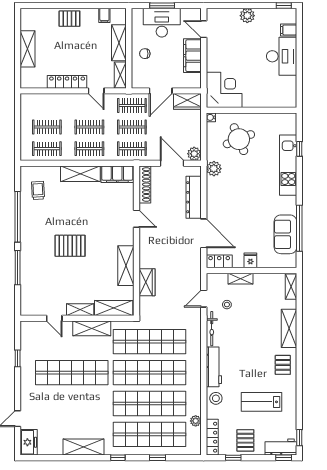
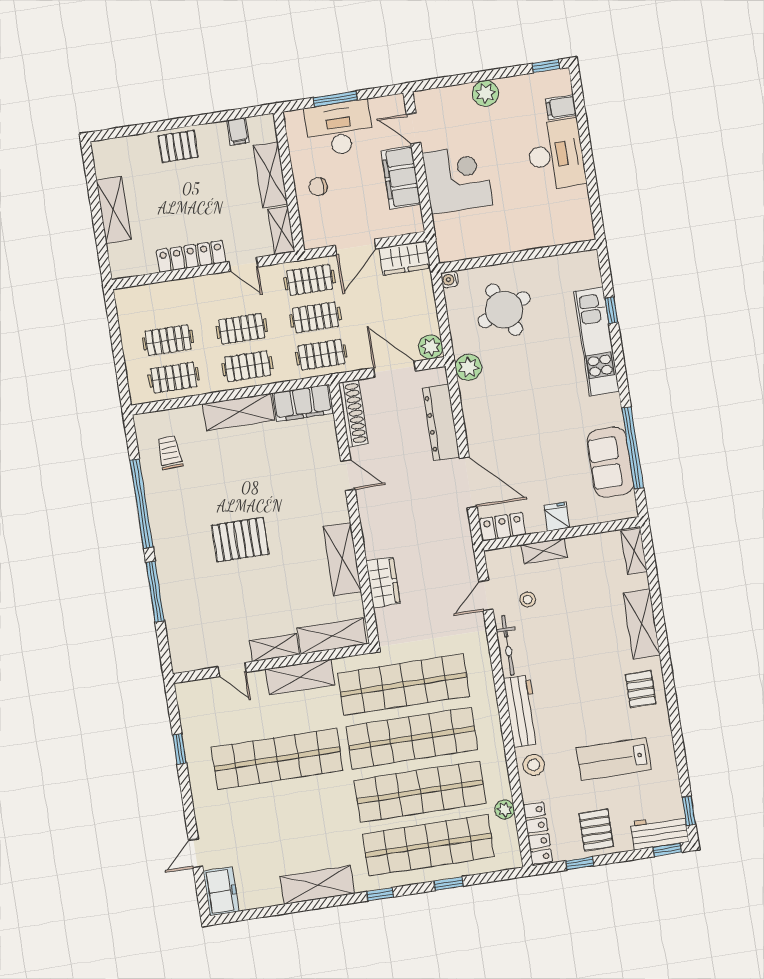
corner desk: (224, 90) -> (458, 179), moved

